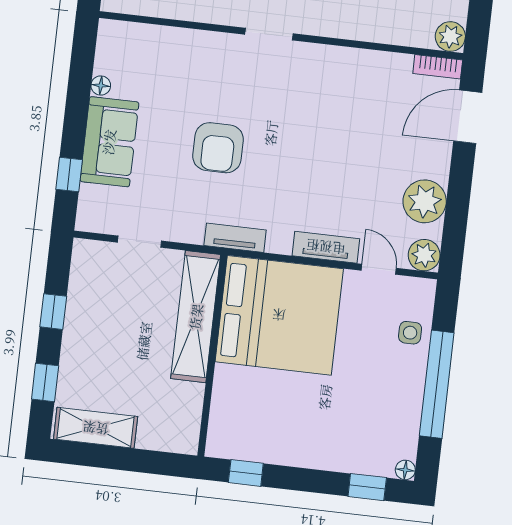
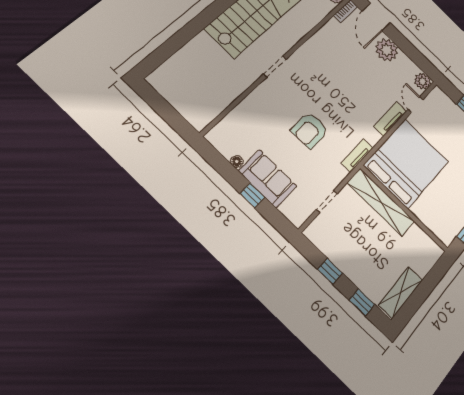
armchair: (218, 148) -> (310, 130), turned 90
window: (69, 174) -> (252, 195), moved
plant: (425, 201) -> (387, 50), moved
door: (379, 269) -> (416, 104), hinge flipped
side table: (410, 333) -> (452, 113), removed

